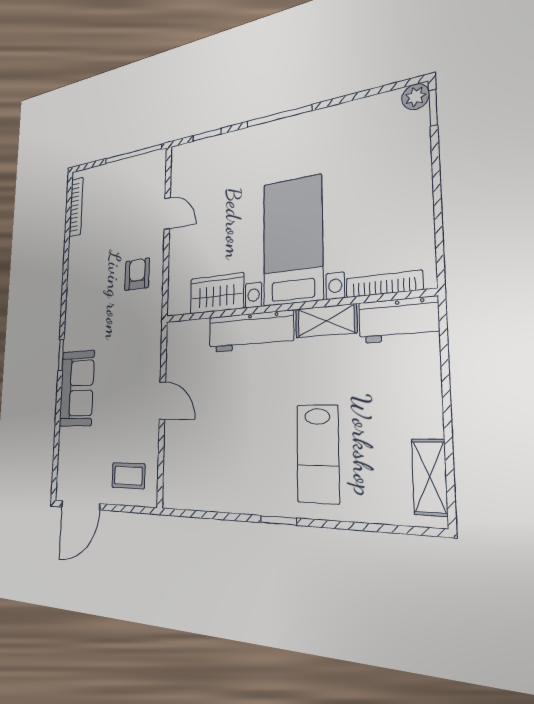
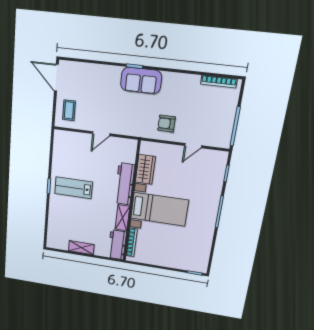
plant: (415, 97) -> (202, 268), removed
armchair: (137, 274) -> (166, 124), turned 180
sofa: (77, 388) -> (141, 81), moved
lab bench: (318, 454) -> (74, 188), moved
shelving: (430, 477) -> (81, 248), moved

